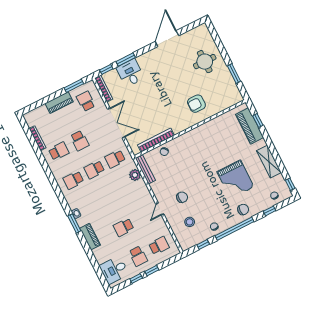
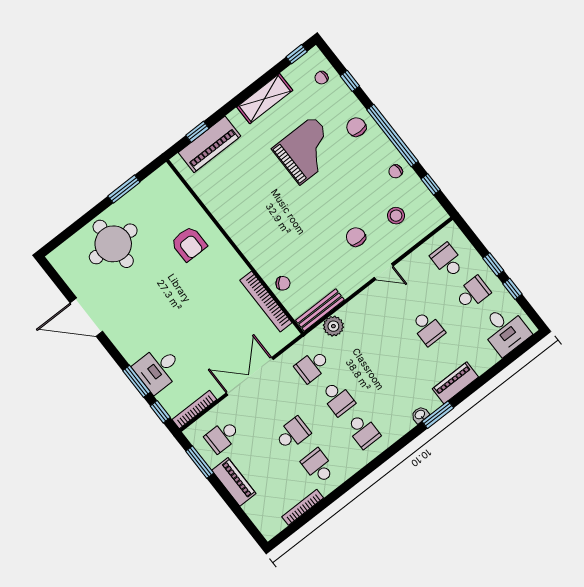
round table: (205, 62) -> (113, 244), width x1.36, depth x1.36
school desk: (115, 159) -> (312, 366), turned 90

